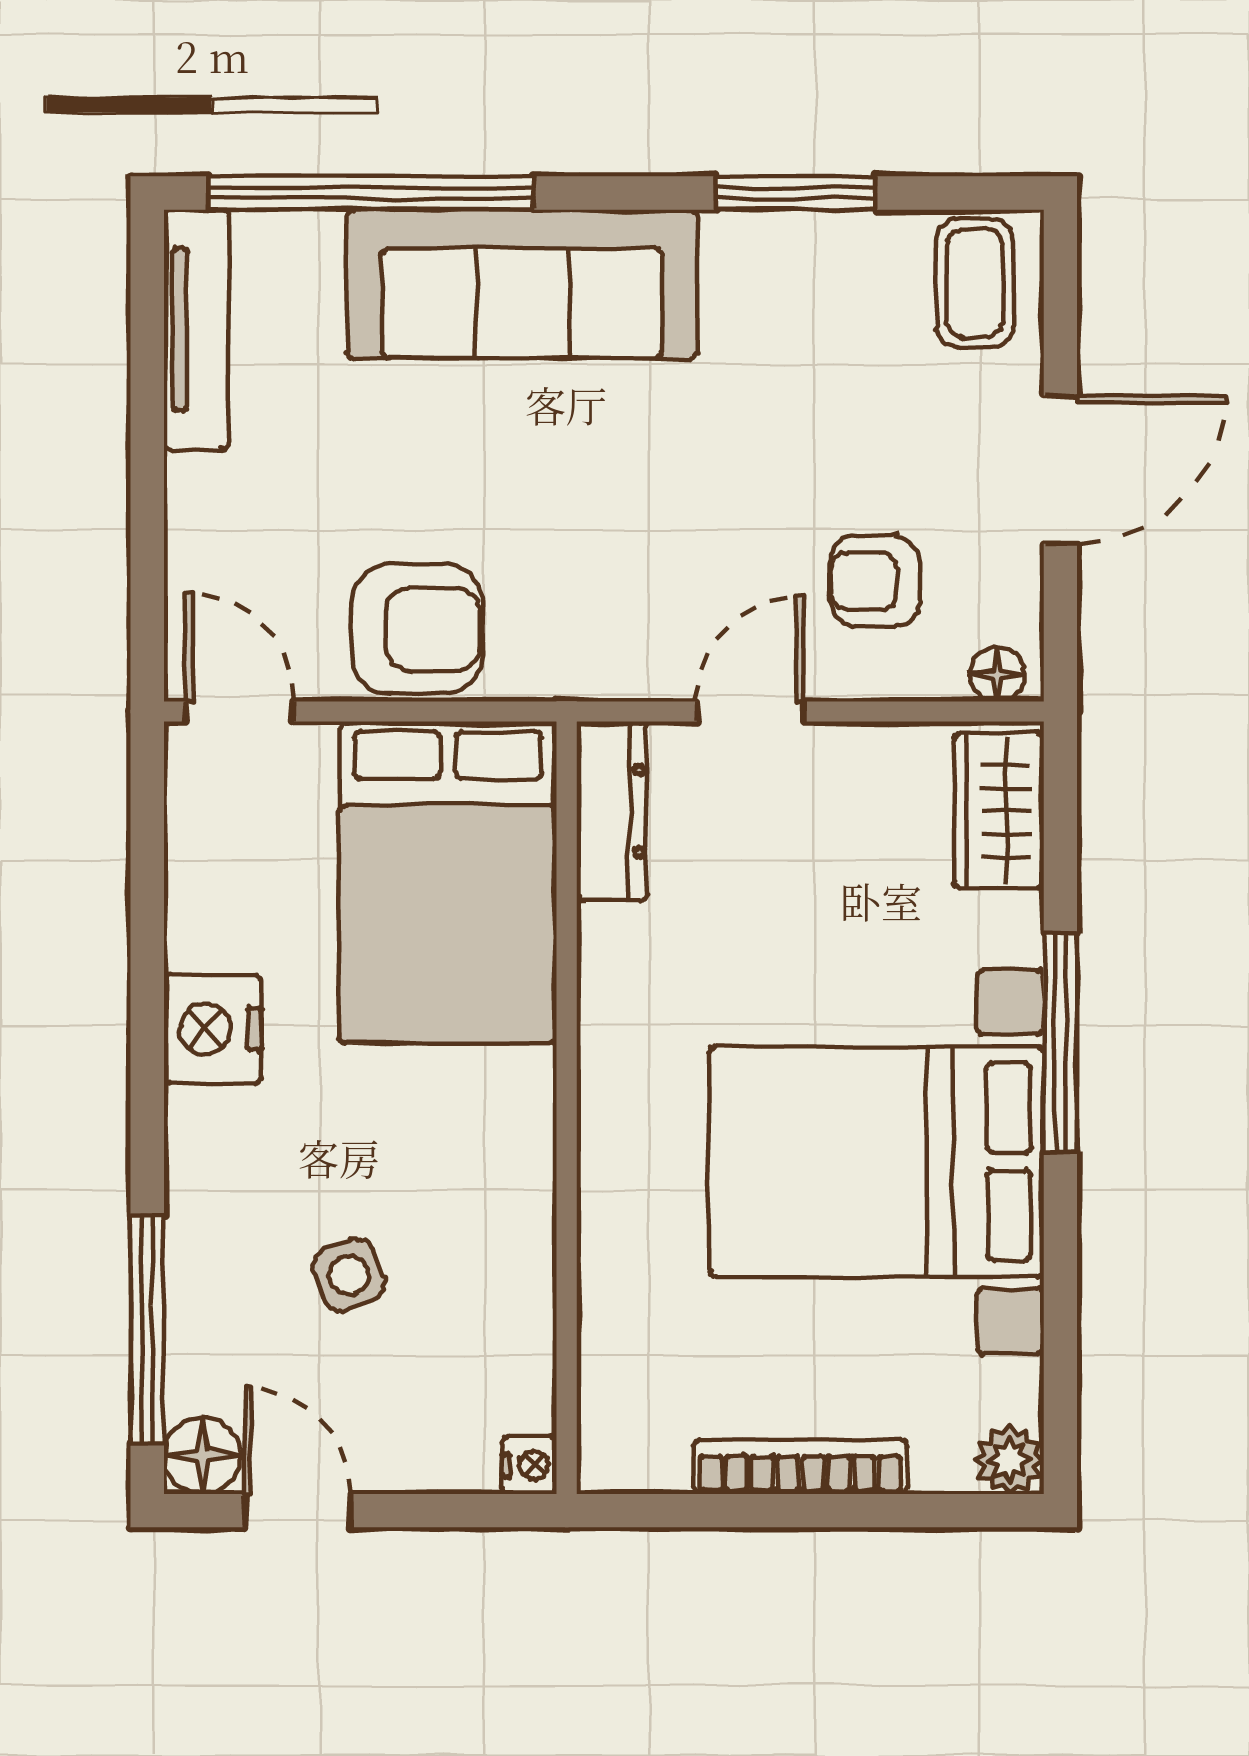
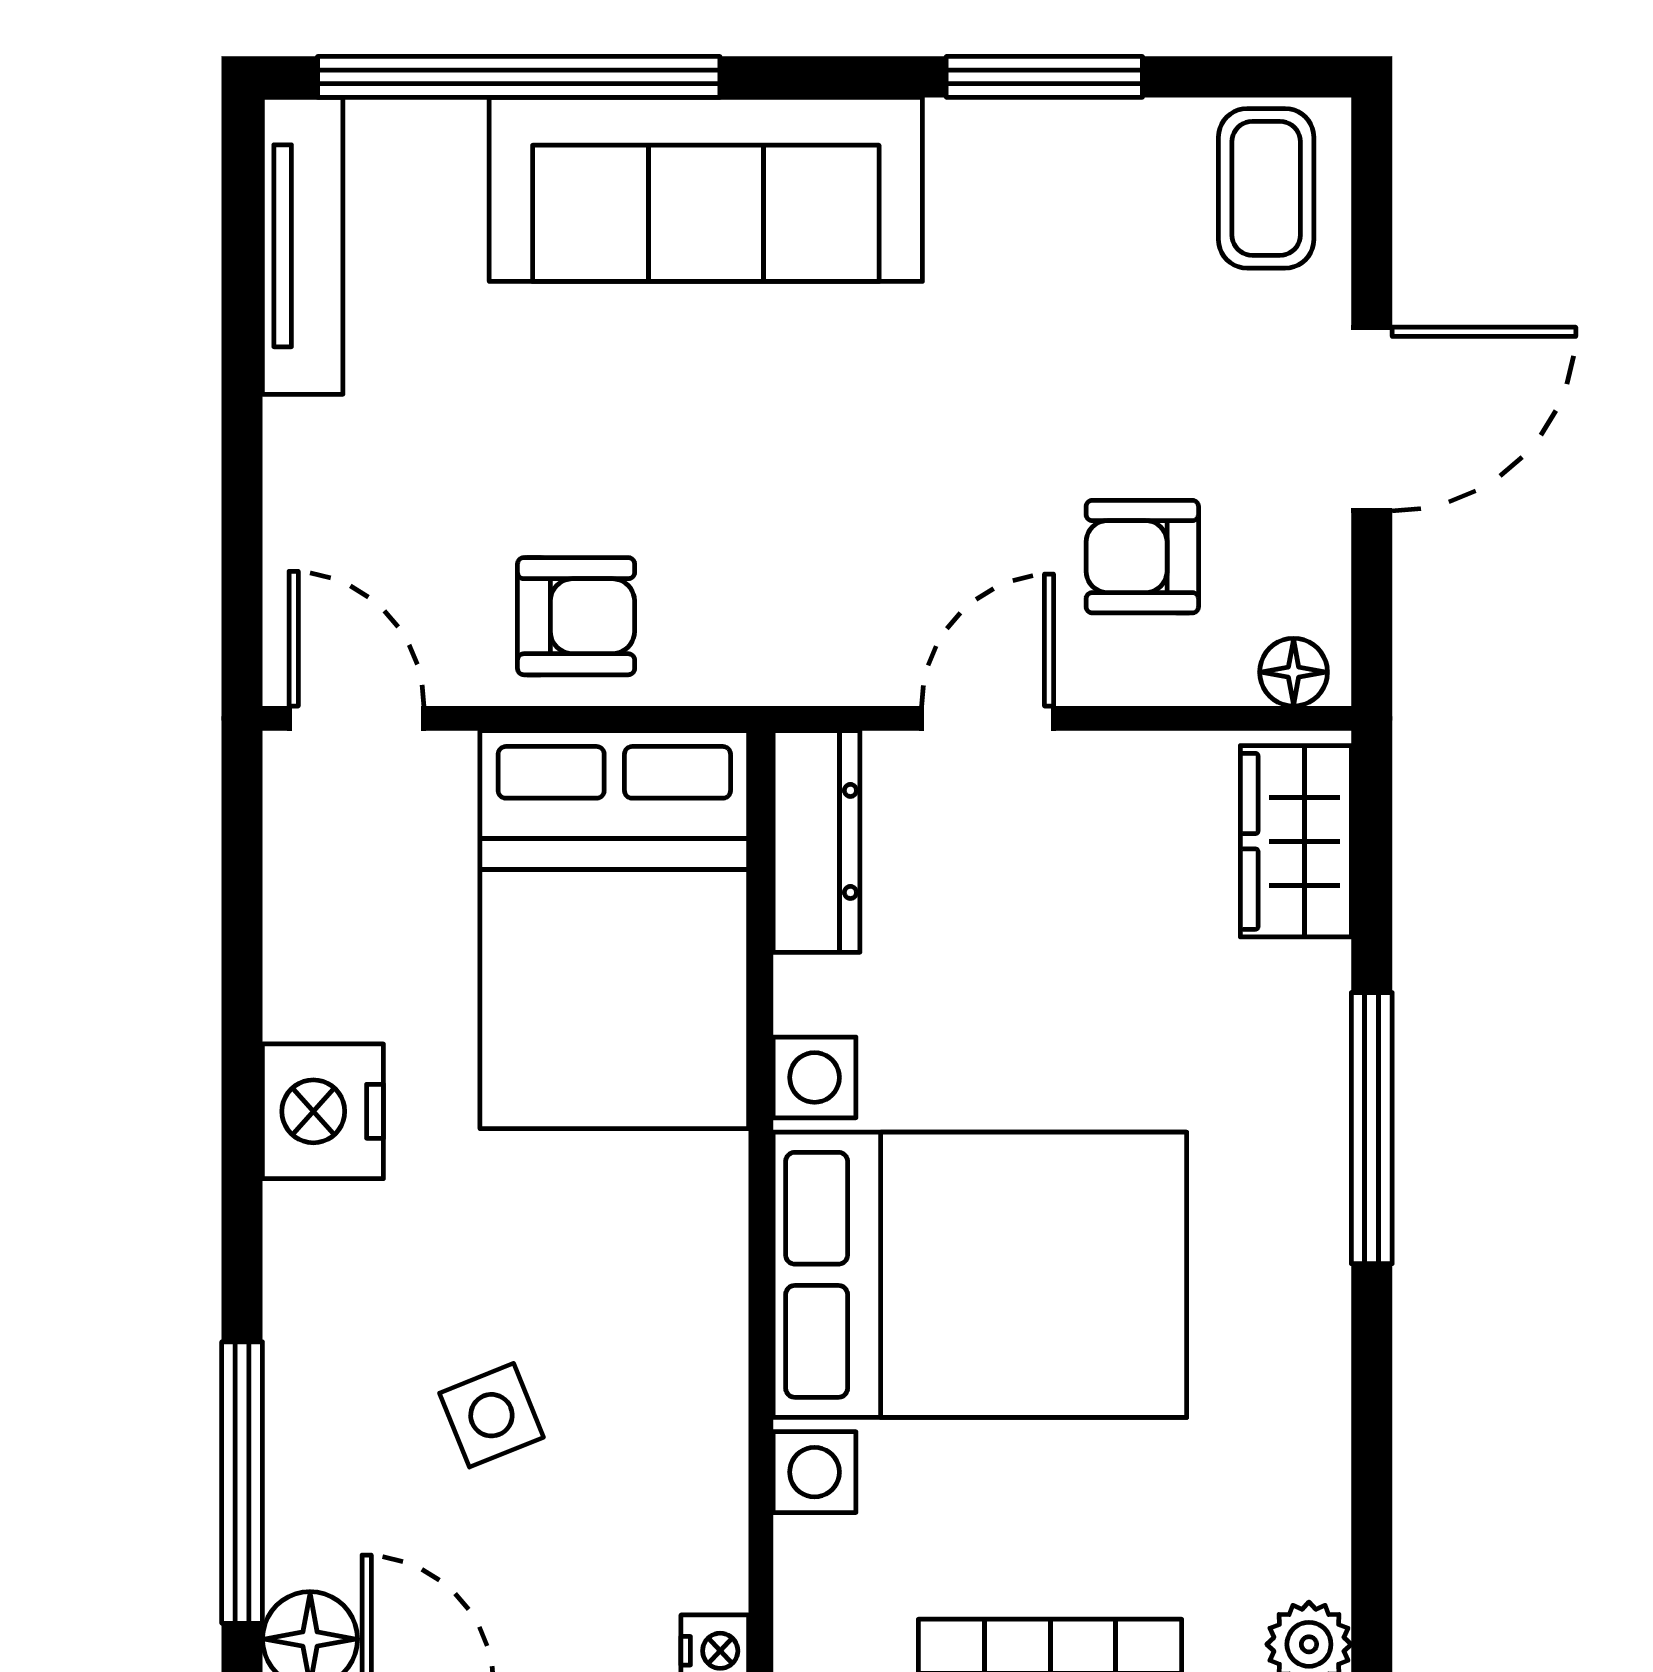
armchair: (417, 629) -> (576, 616), width x0.72, depth x0.72
bed with nightstands: (877, 1162) -> (980, 1275), moved, turned 180

